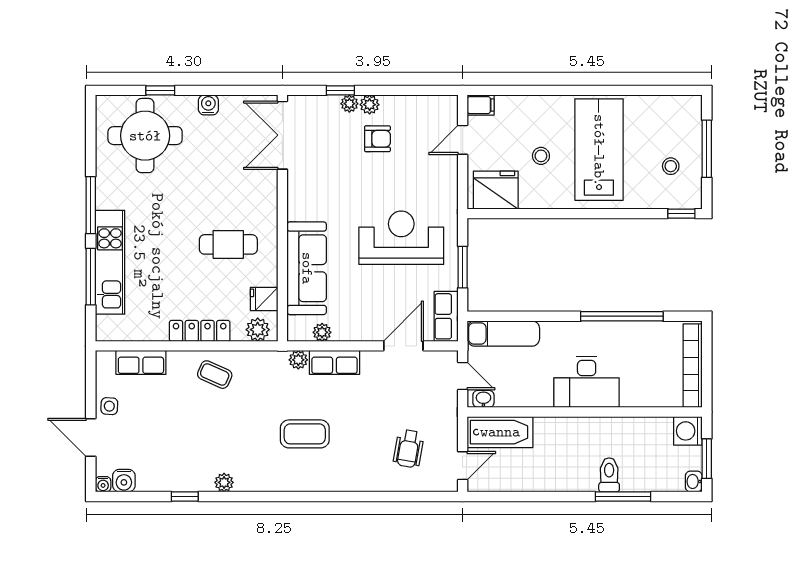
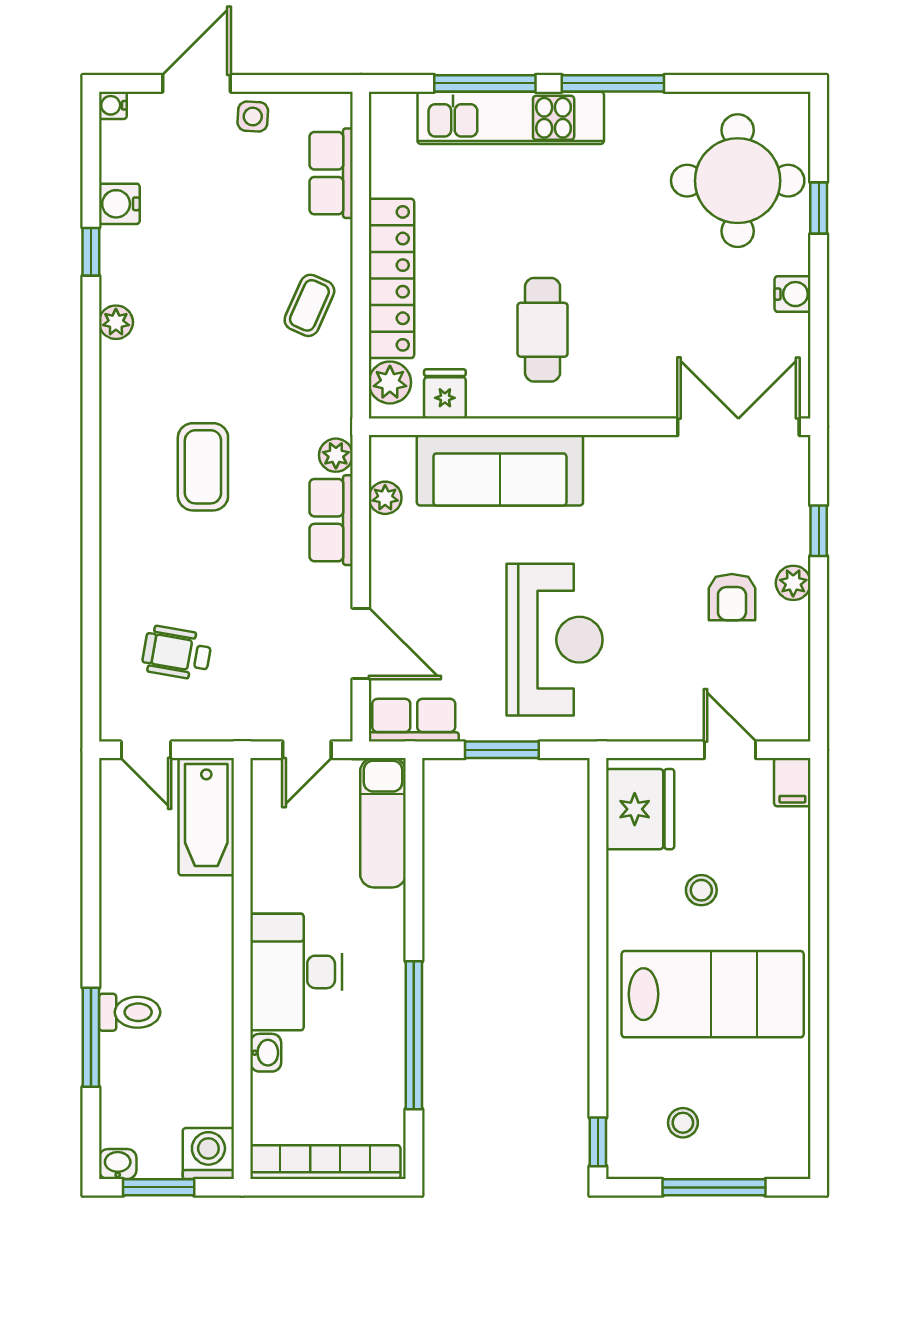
plant: (349, 104) -> (795, 547), removed
locker: (200, 331) -> (391, 278), width x1.41, depth x1.21
washbasin: (483, 399) -> (266, 1053), moved
water cooler: (124, 481) -> (119, 204), moved

